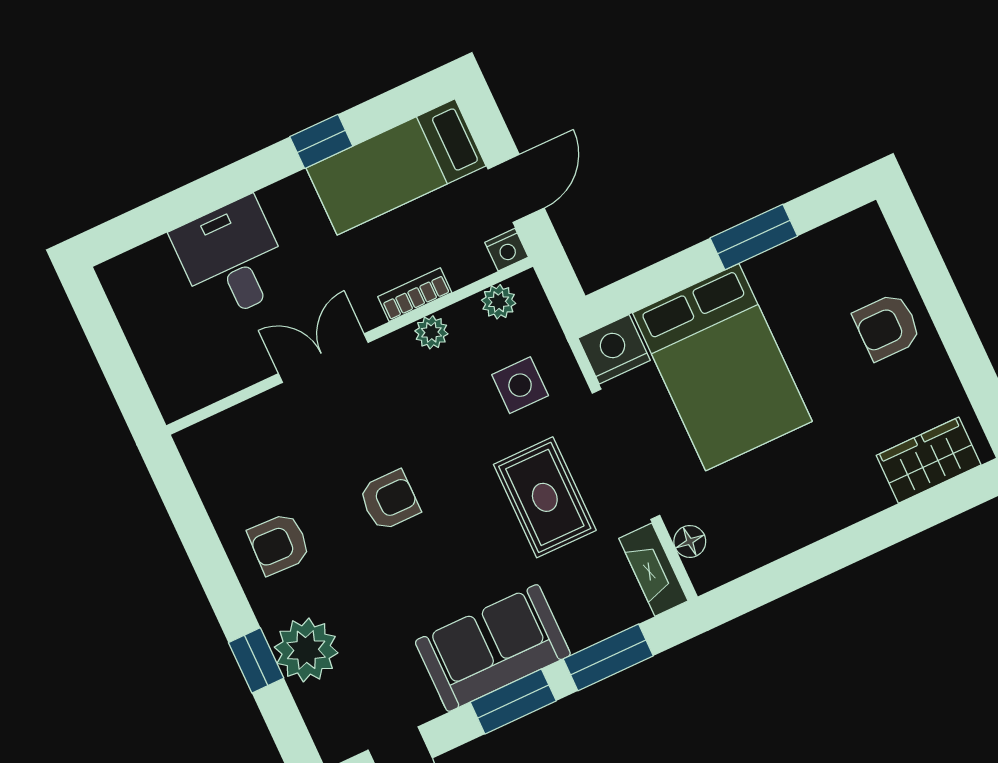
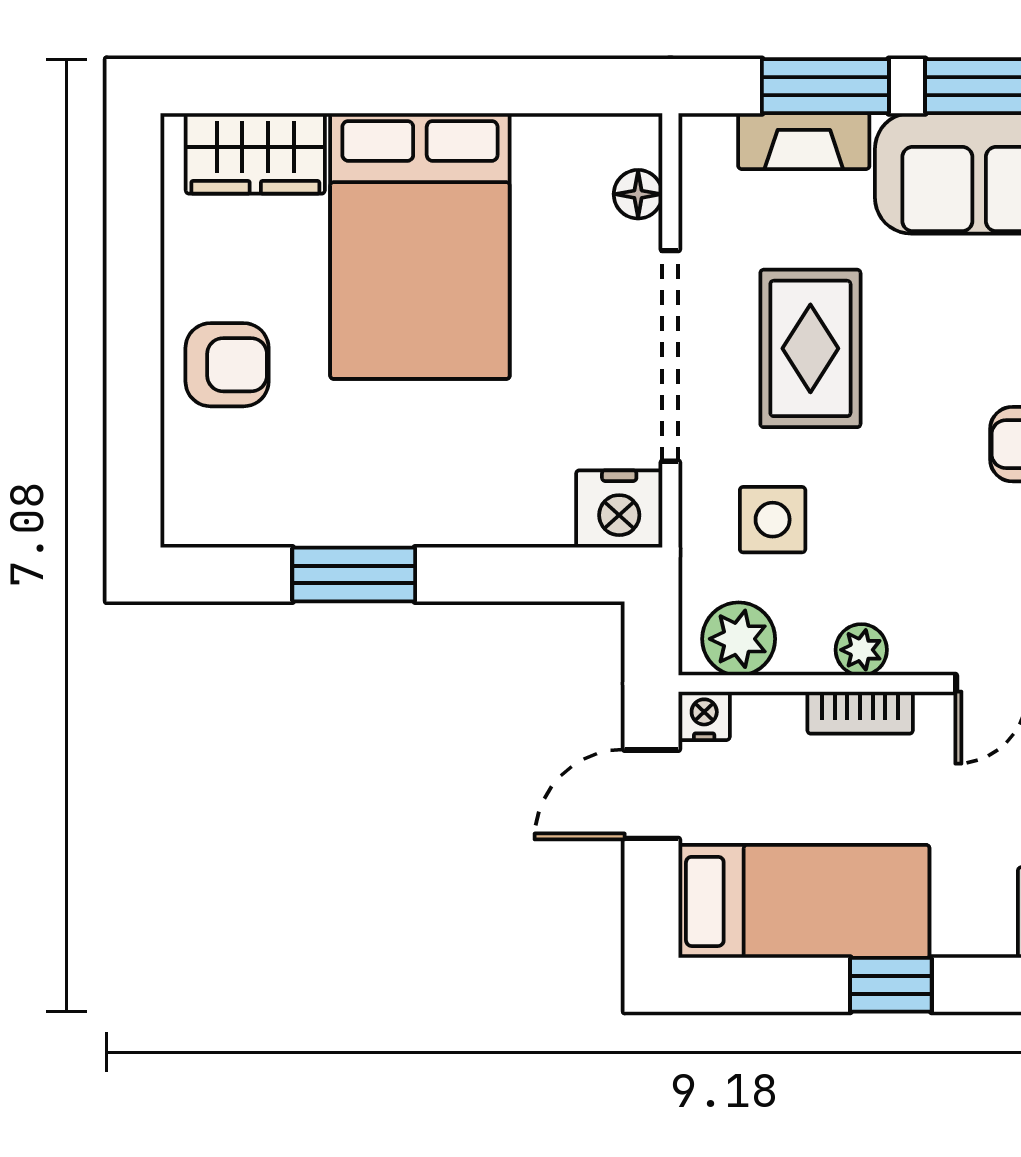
plant: (499, 302) -> (739, 639), width x1.38, depth x1.38
bed: (722, 367) -> (420, 246), moved, turned 180
fireplace: (653, 570) -> (804, 141), moved, turned 90

